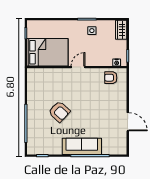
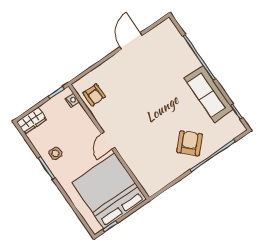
bed: (47, 52) -> (109, 191), width x1.36
door: (78, 67) -> (108, 141), hinge flipped
armchair: (59, 112) -> (190, 143), moved
sofa: (82, 146) -> (209, 94), moved

